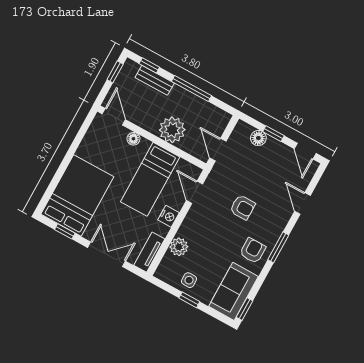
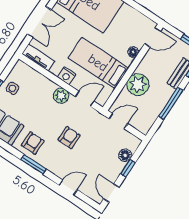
door: (305, 151) -> (111, 193), hinge flipped
armchair: (243, 207) -> (69, 138), turned 180
plant: (179, 247) -> (61, 96), moved
armchair: (253, 251) -> (33, 143), turned -90

